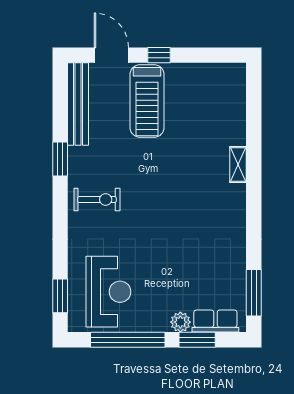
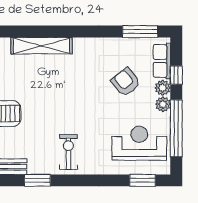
shelving: (238, 164) -> (41, 46), width x2.20, depth x1.33
armchair: (188, 274) -> (126, 82), added
plant: (159, 322) -> (163, 104), added
window: (197, 340) -> (176, 75), width x0.67

